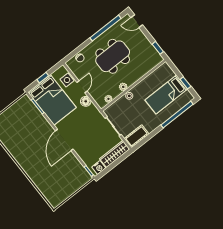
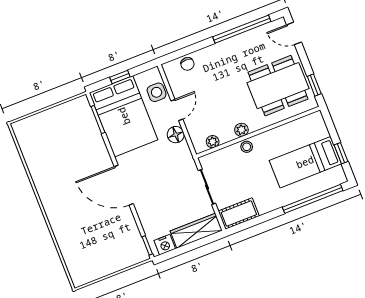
dining table: (113, 56) -> (278, 86), moved
door: (64, 140) -> (124, 185), hinge flipped

